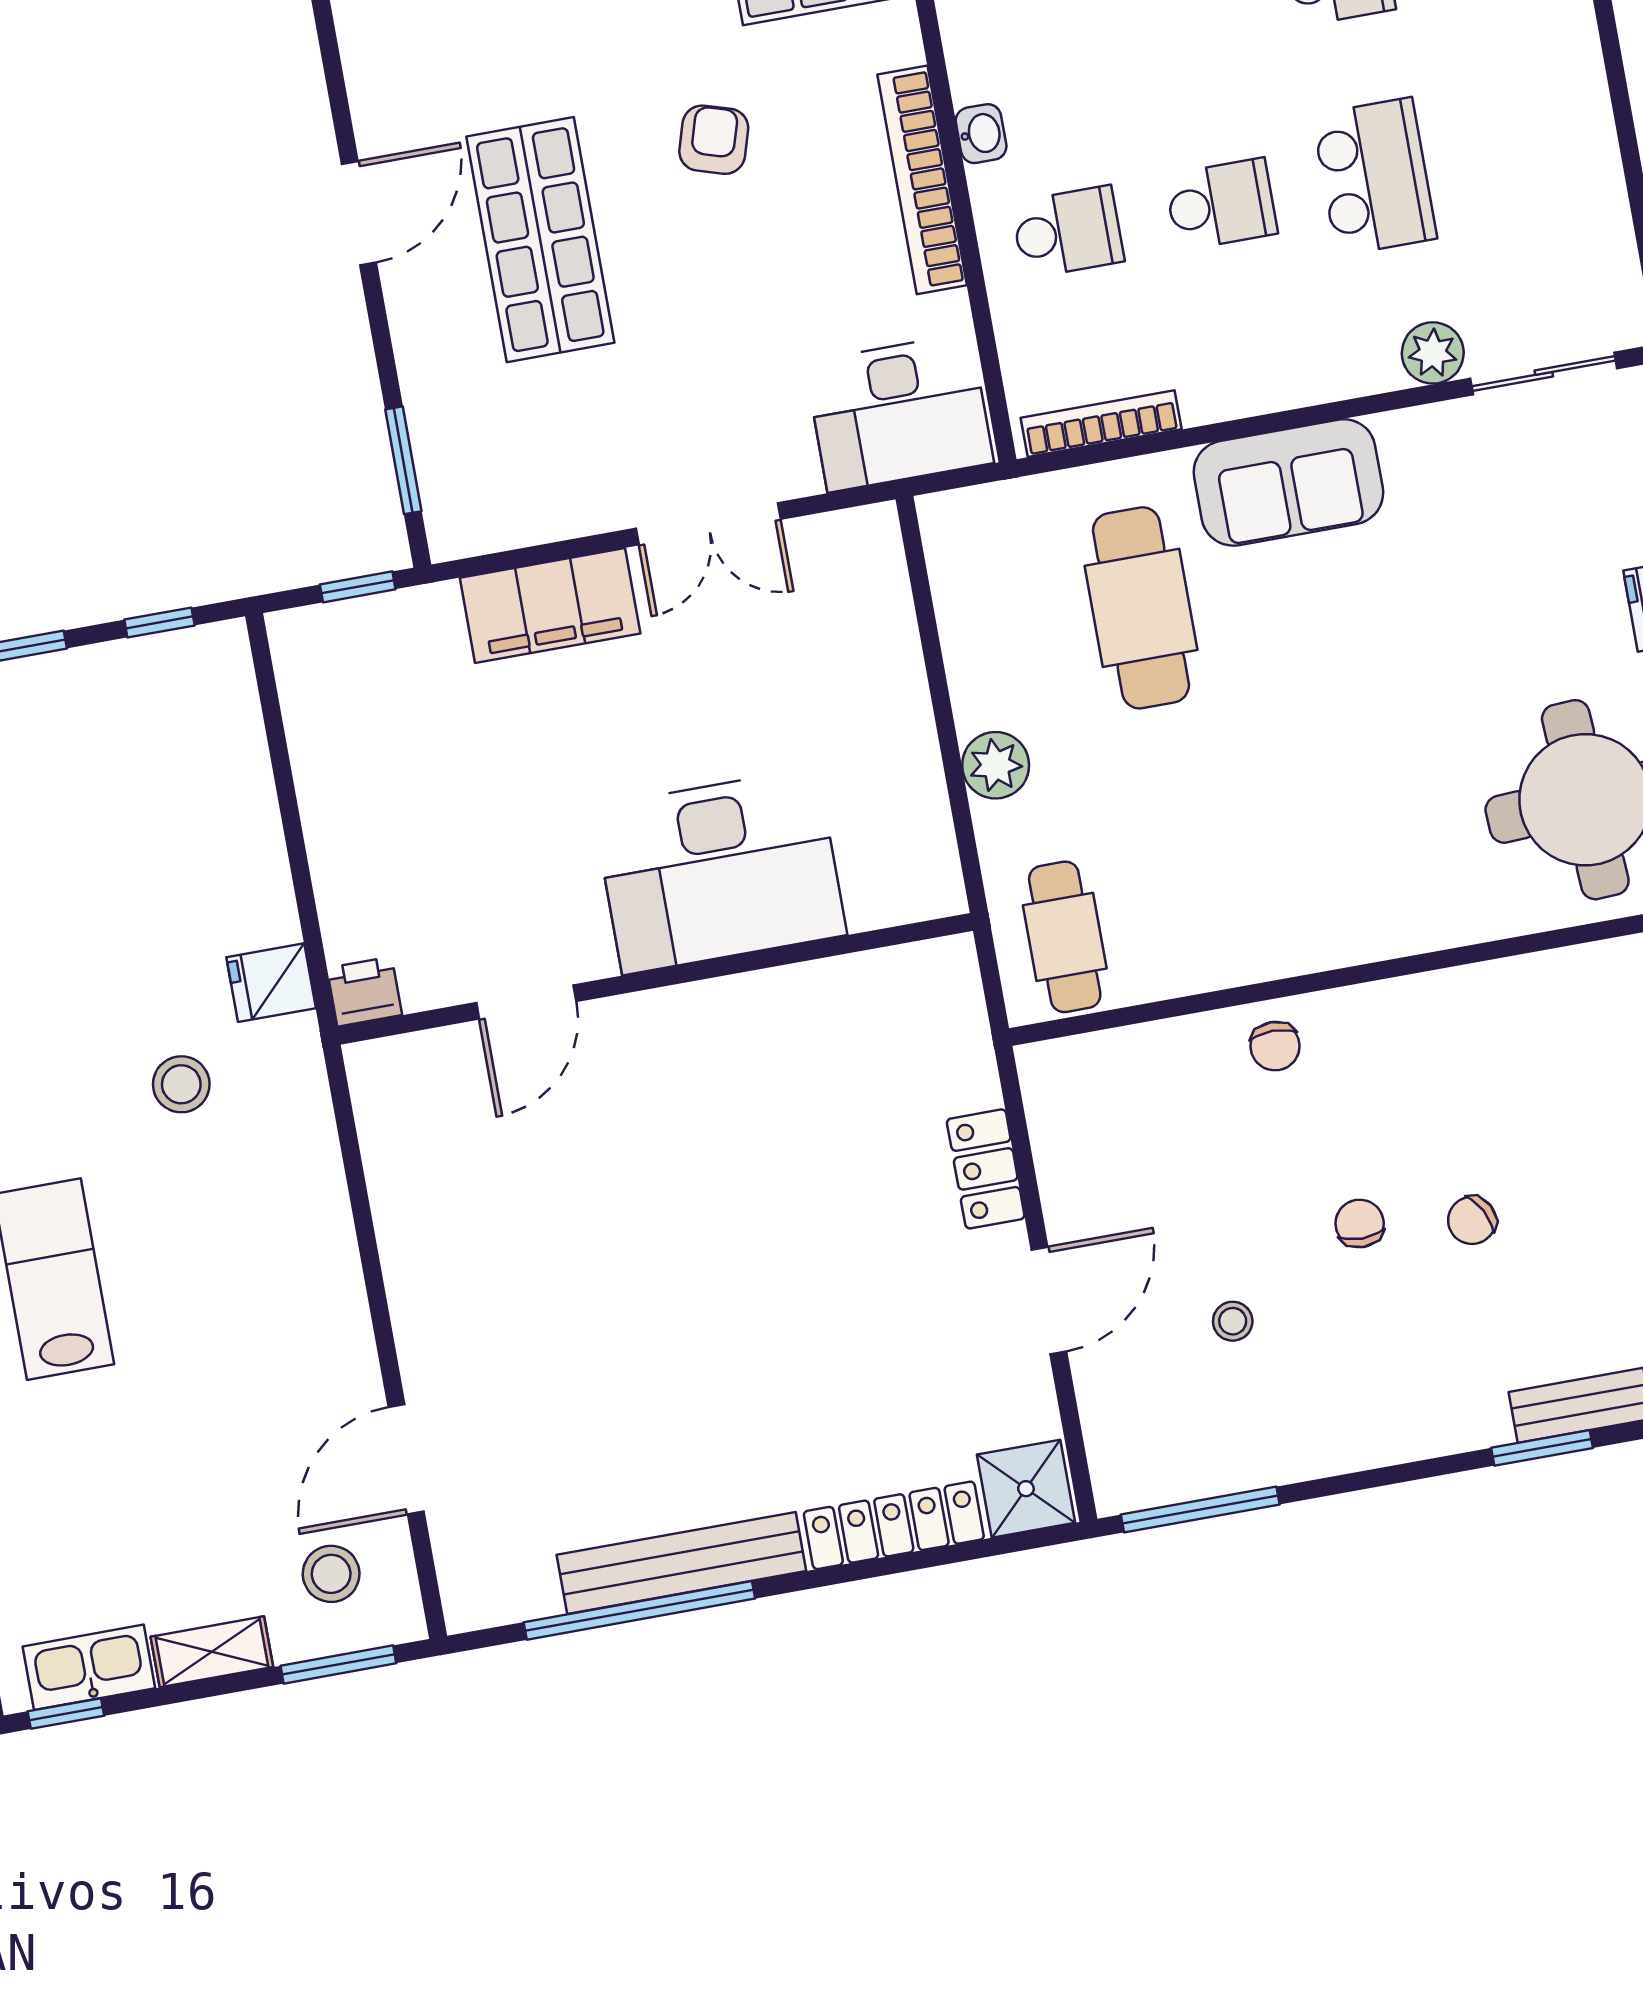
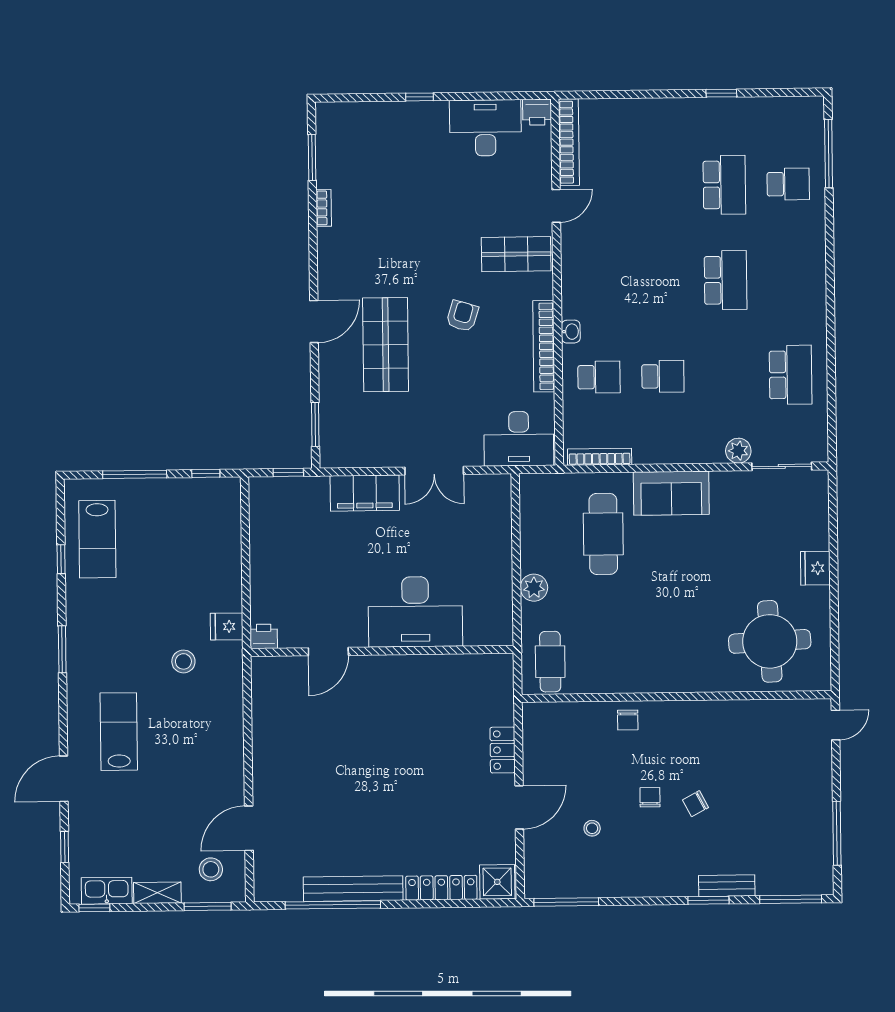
school desk: (1374, 177) -> (791, 375), moved

